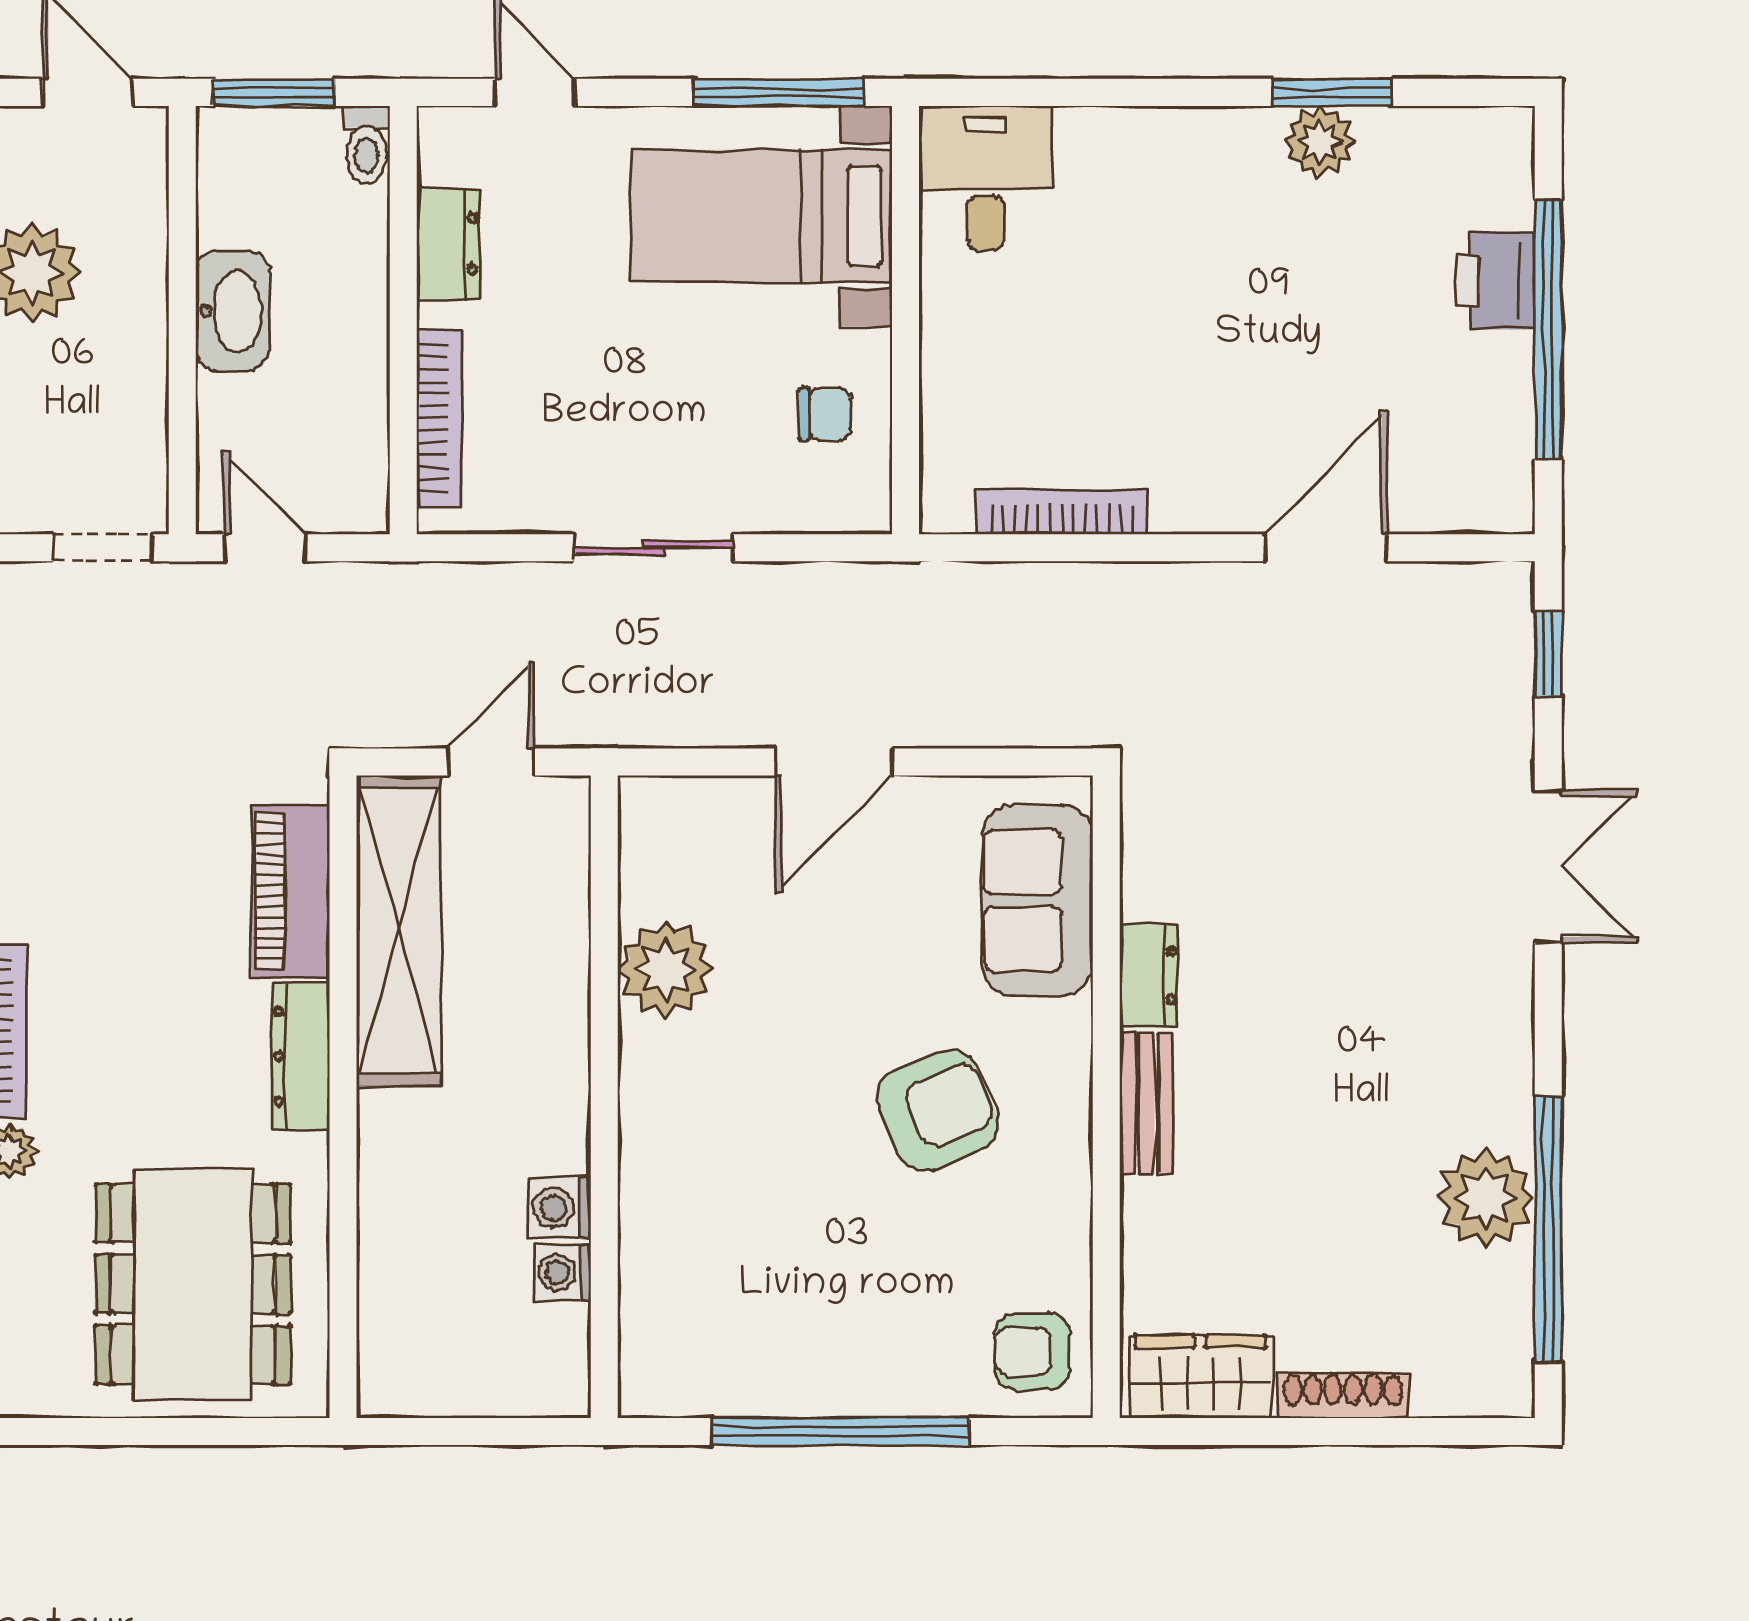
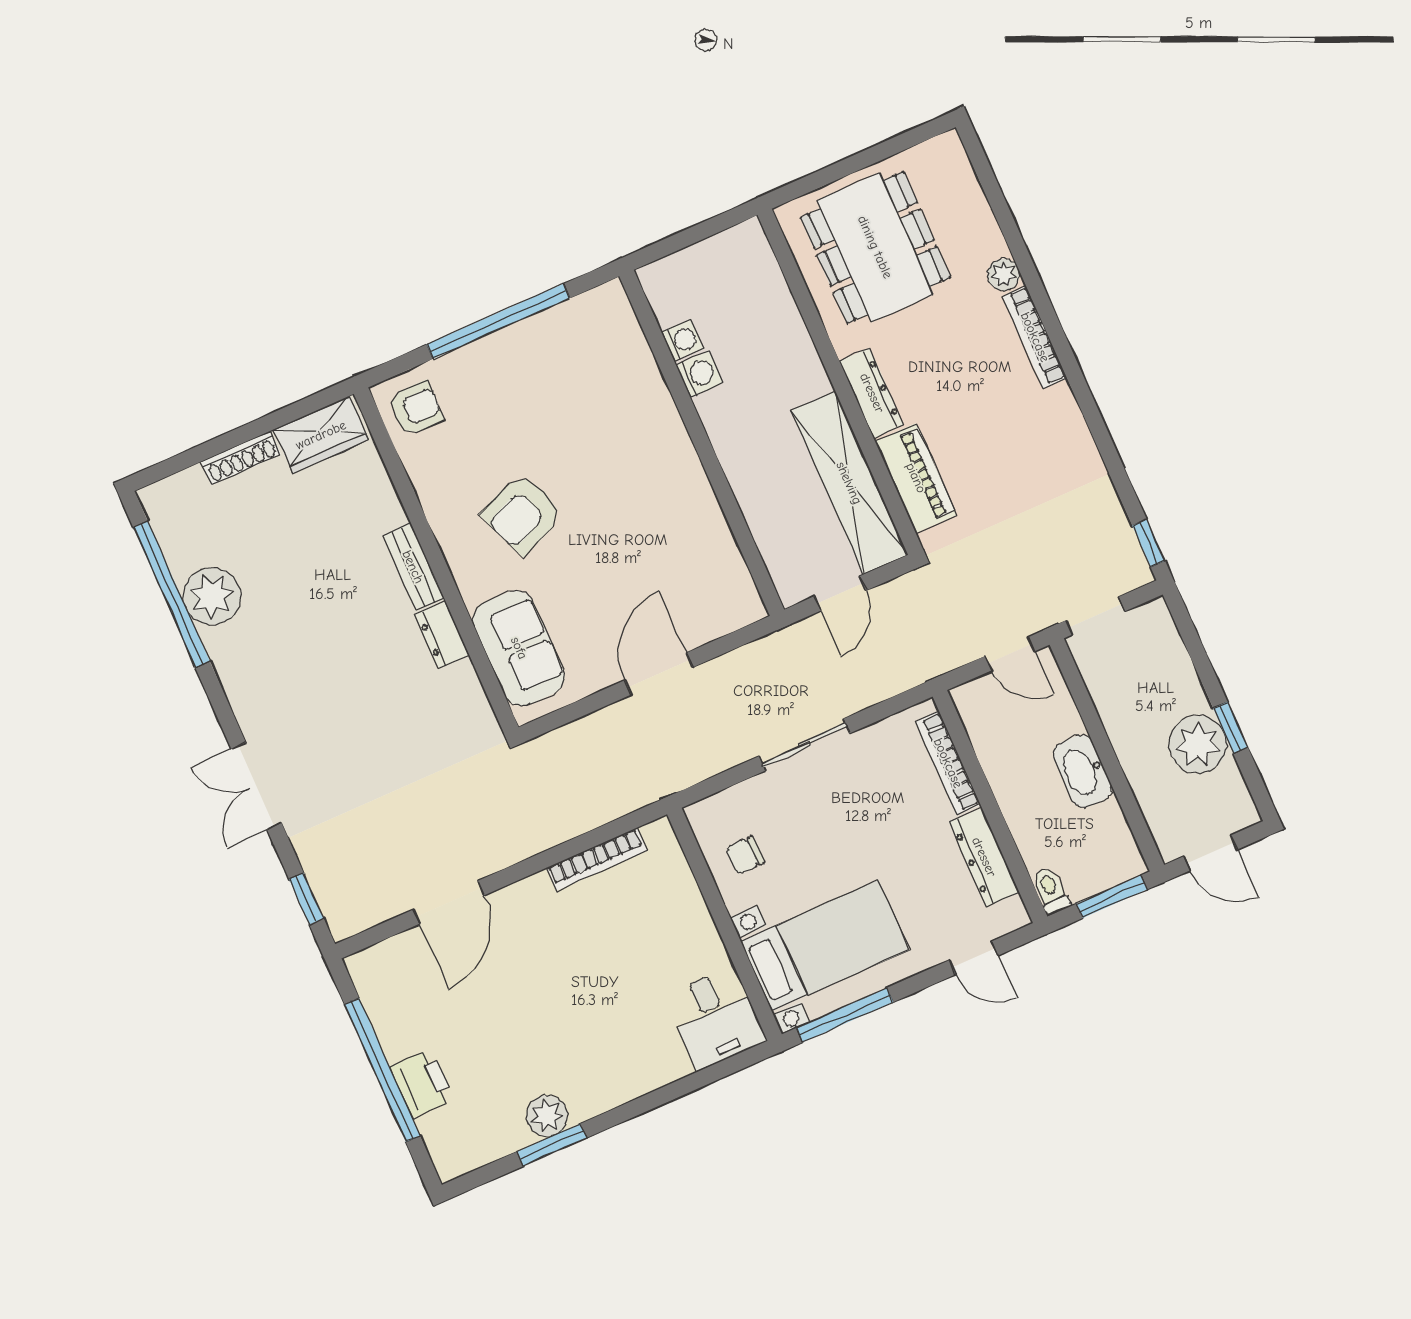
dresser: (448, 244) -> (984, 857), width x1.44
plant: (666, 969) -> (699, 525), removed

